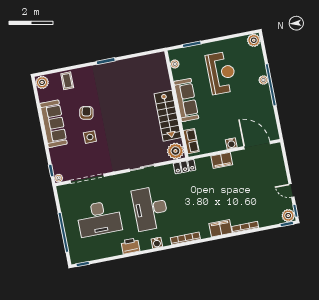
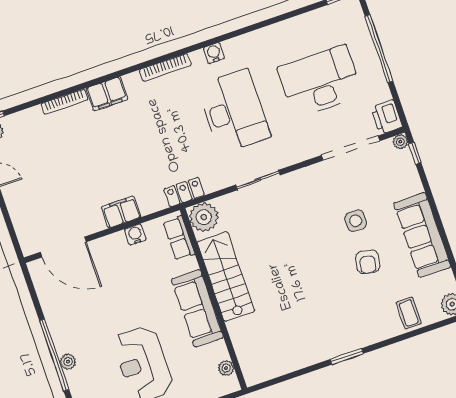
water cooler: (231, 143) -> (135, 234), moved
printer: (130, 246) -> (387, 117), moved, turned 90

